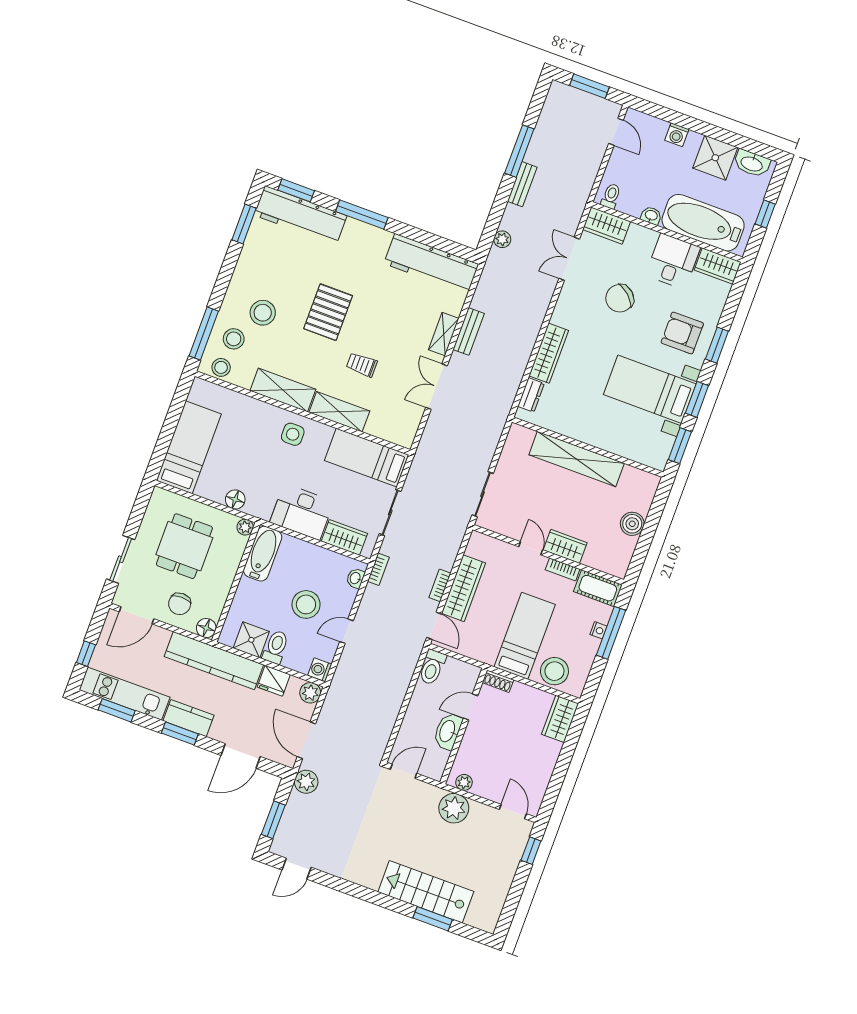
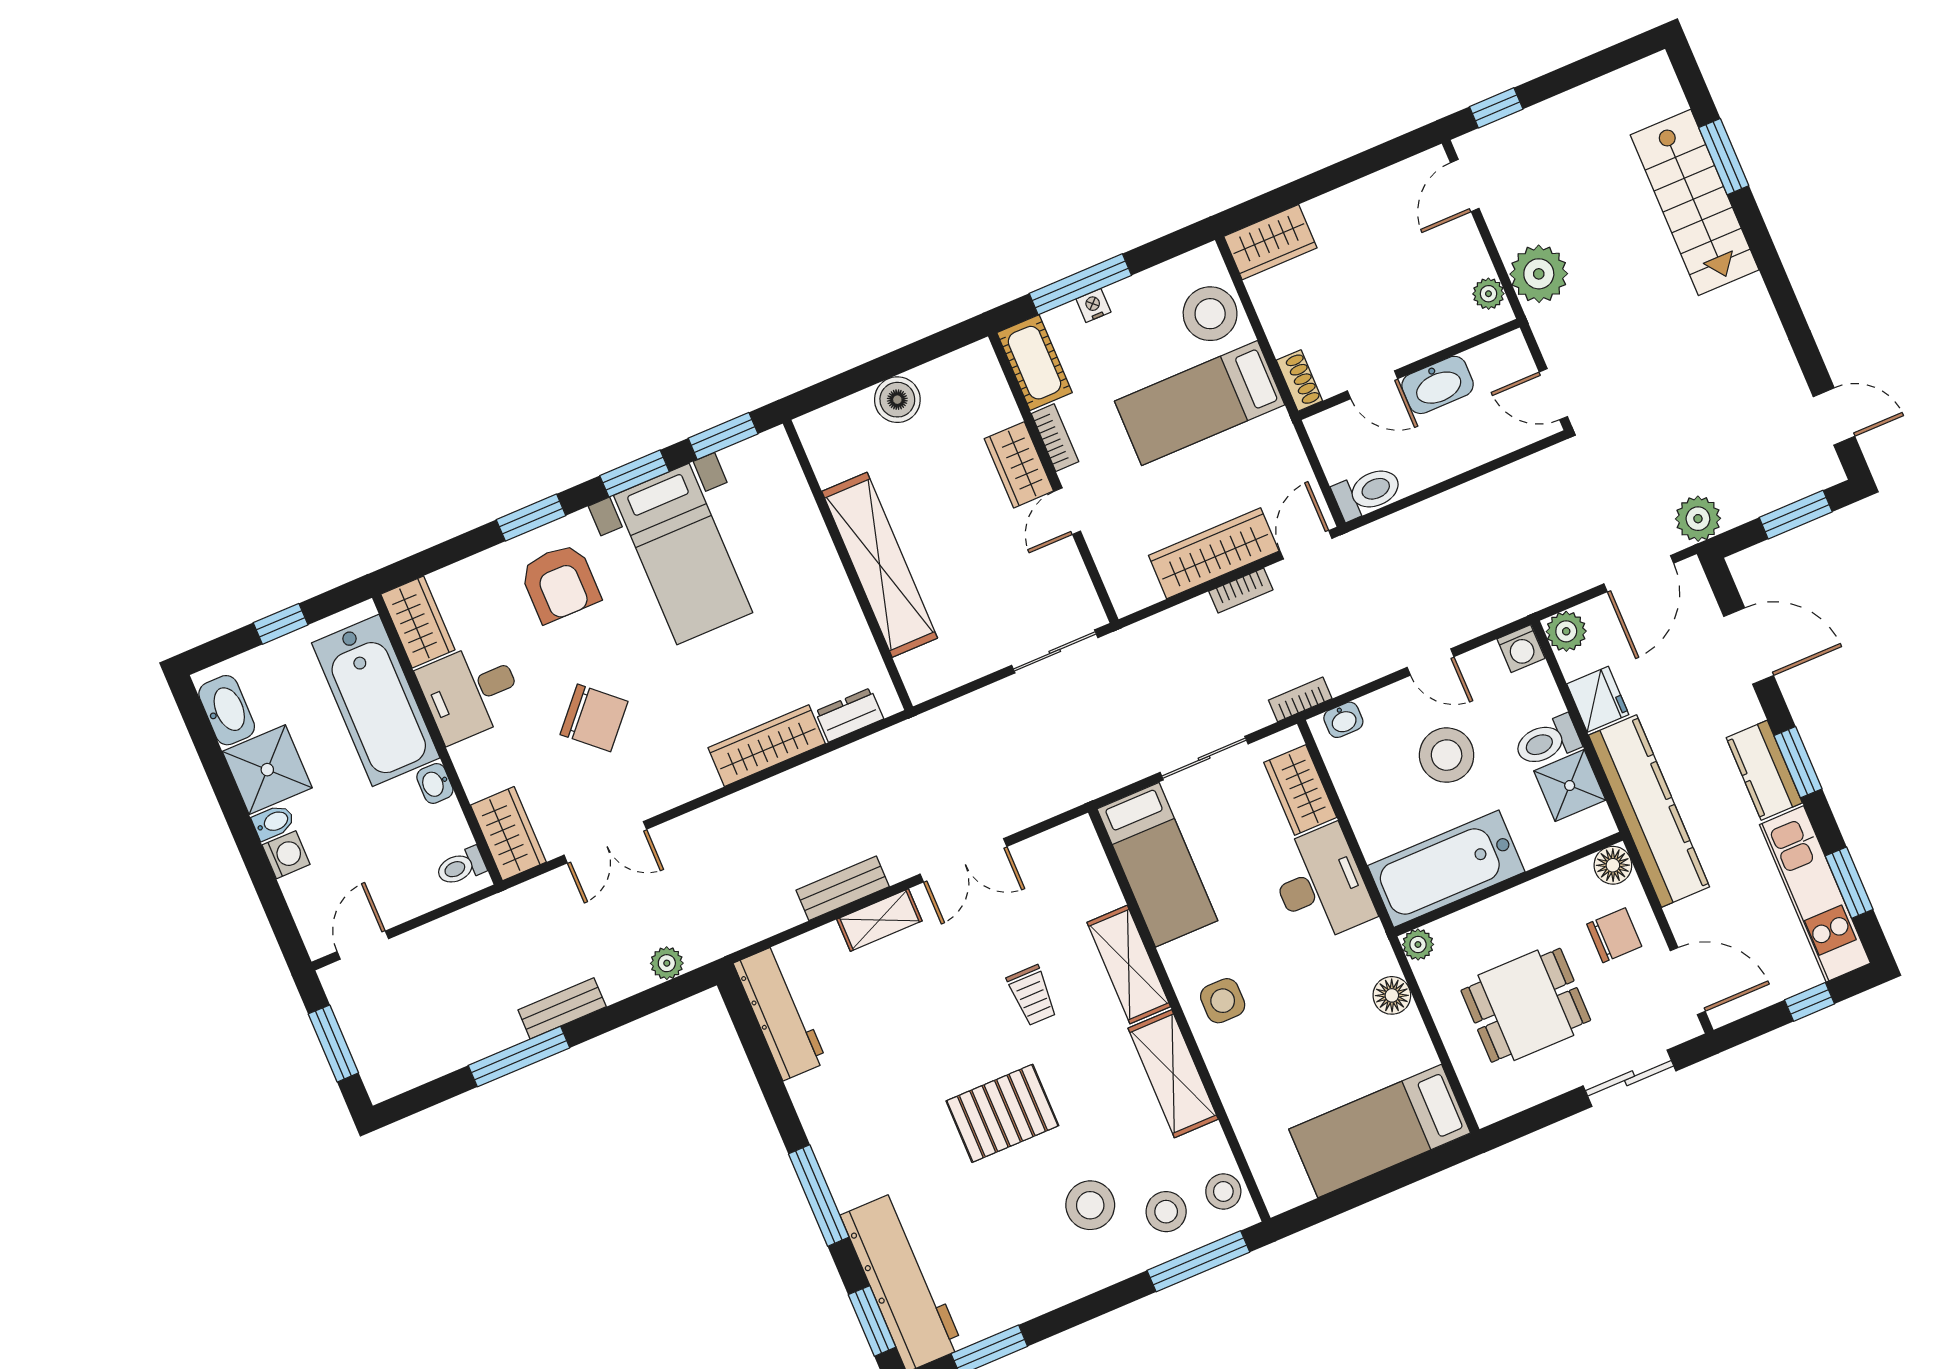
bidet: (693, 142) -> (273, 822), added
workbench: (431, 264) -> (780, 1013), width x0.73, depth x0.76
bathtub: (263, 554) -> (1446, 869), width x1.36, depth x1.36

